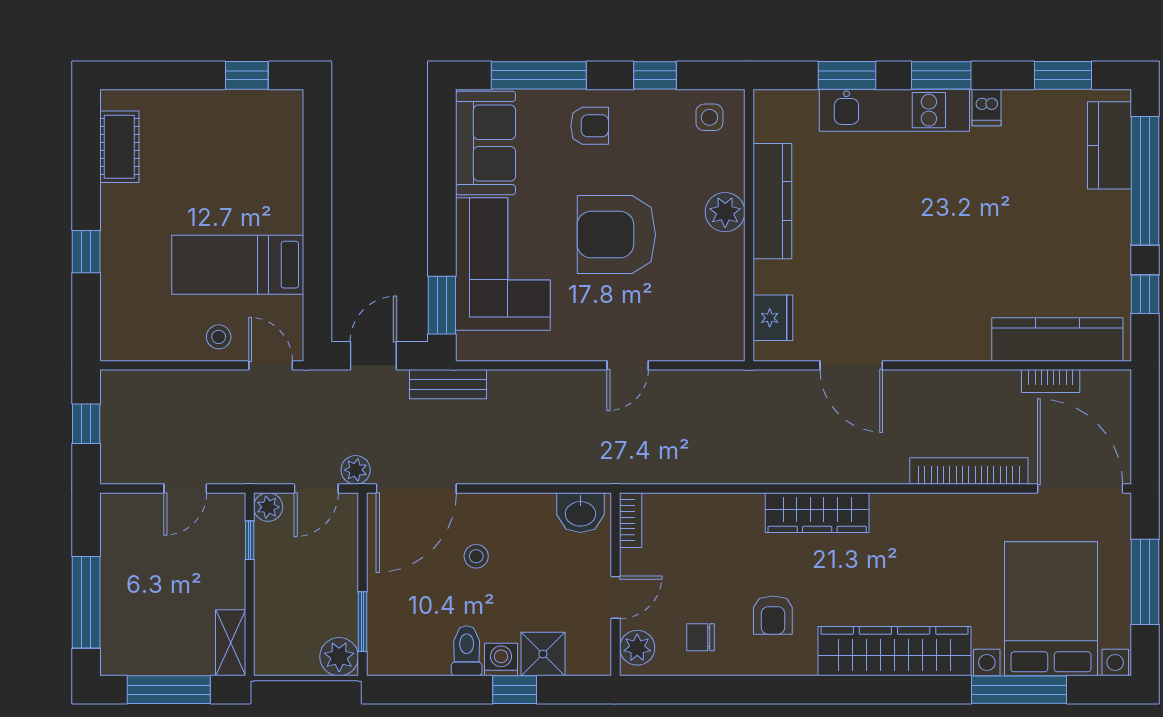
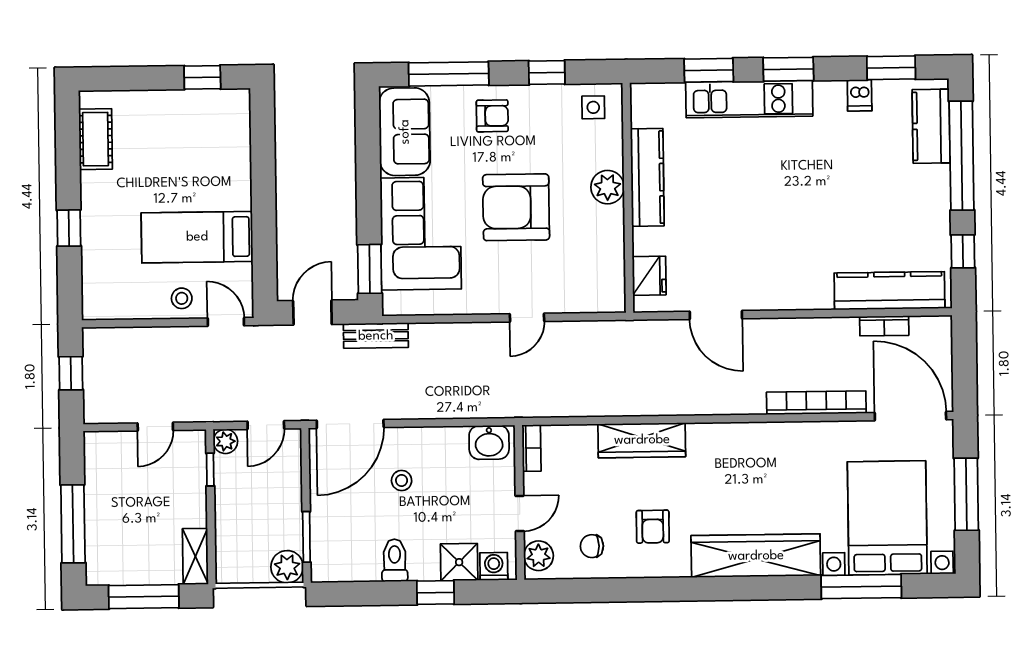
dishwasher: (987, 108) -> (860, 95), moved
plant: (356, 470) -> (299, 409), removed
wardrobe: (817, 513) -> (642, 440), moved
washing machine: (501, 660) -> (494, 566), moved

